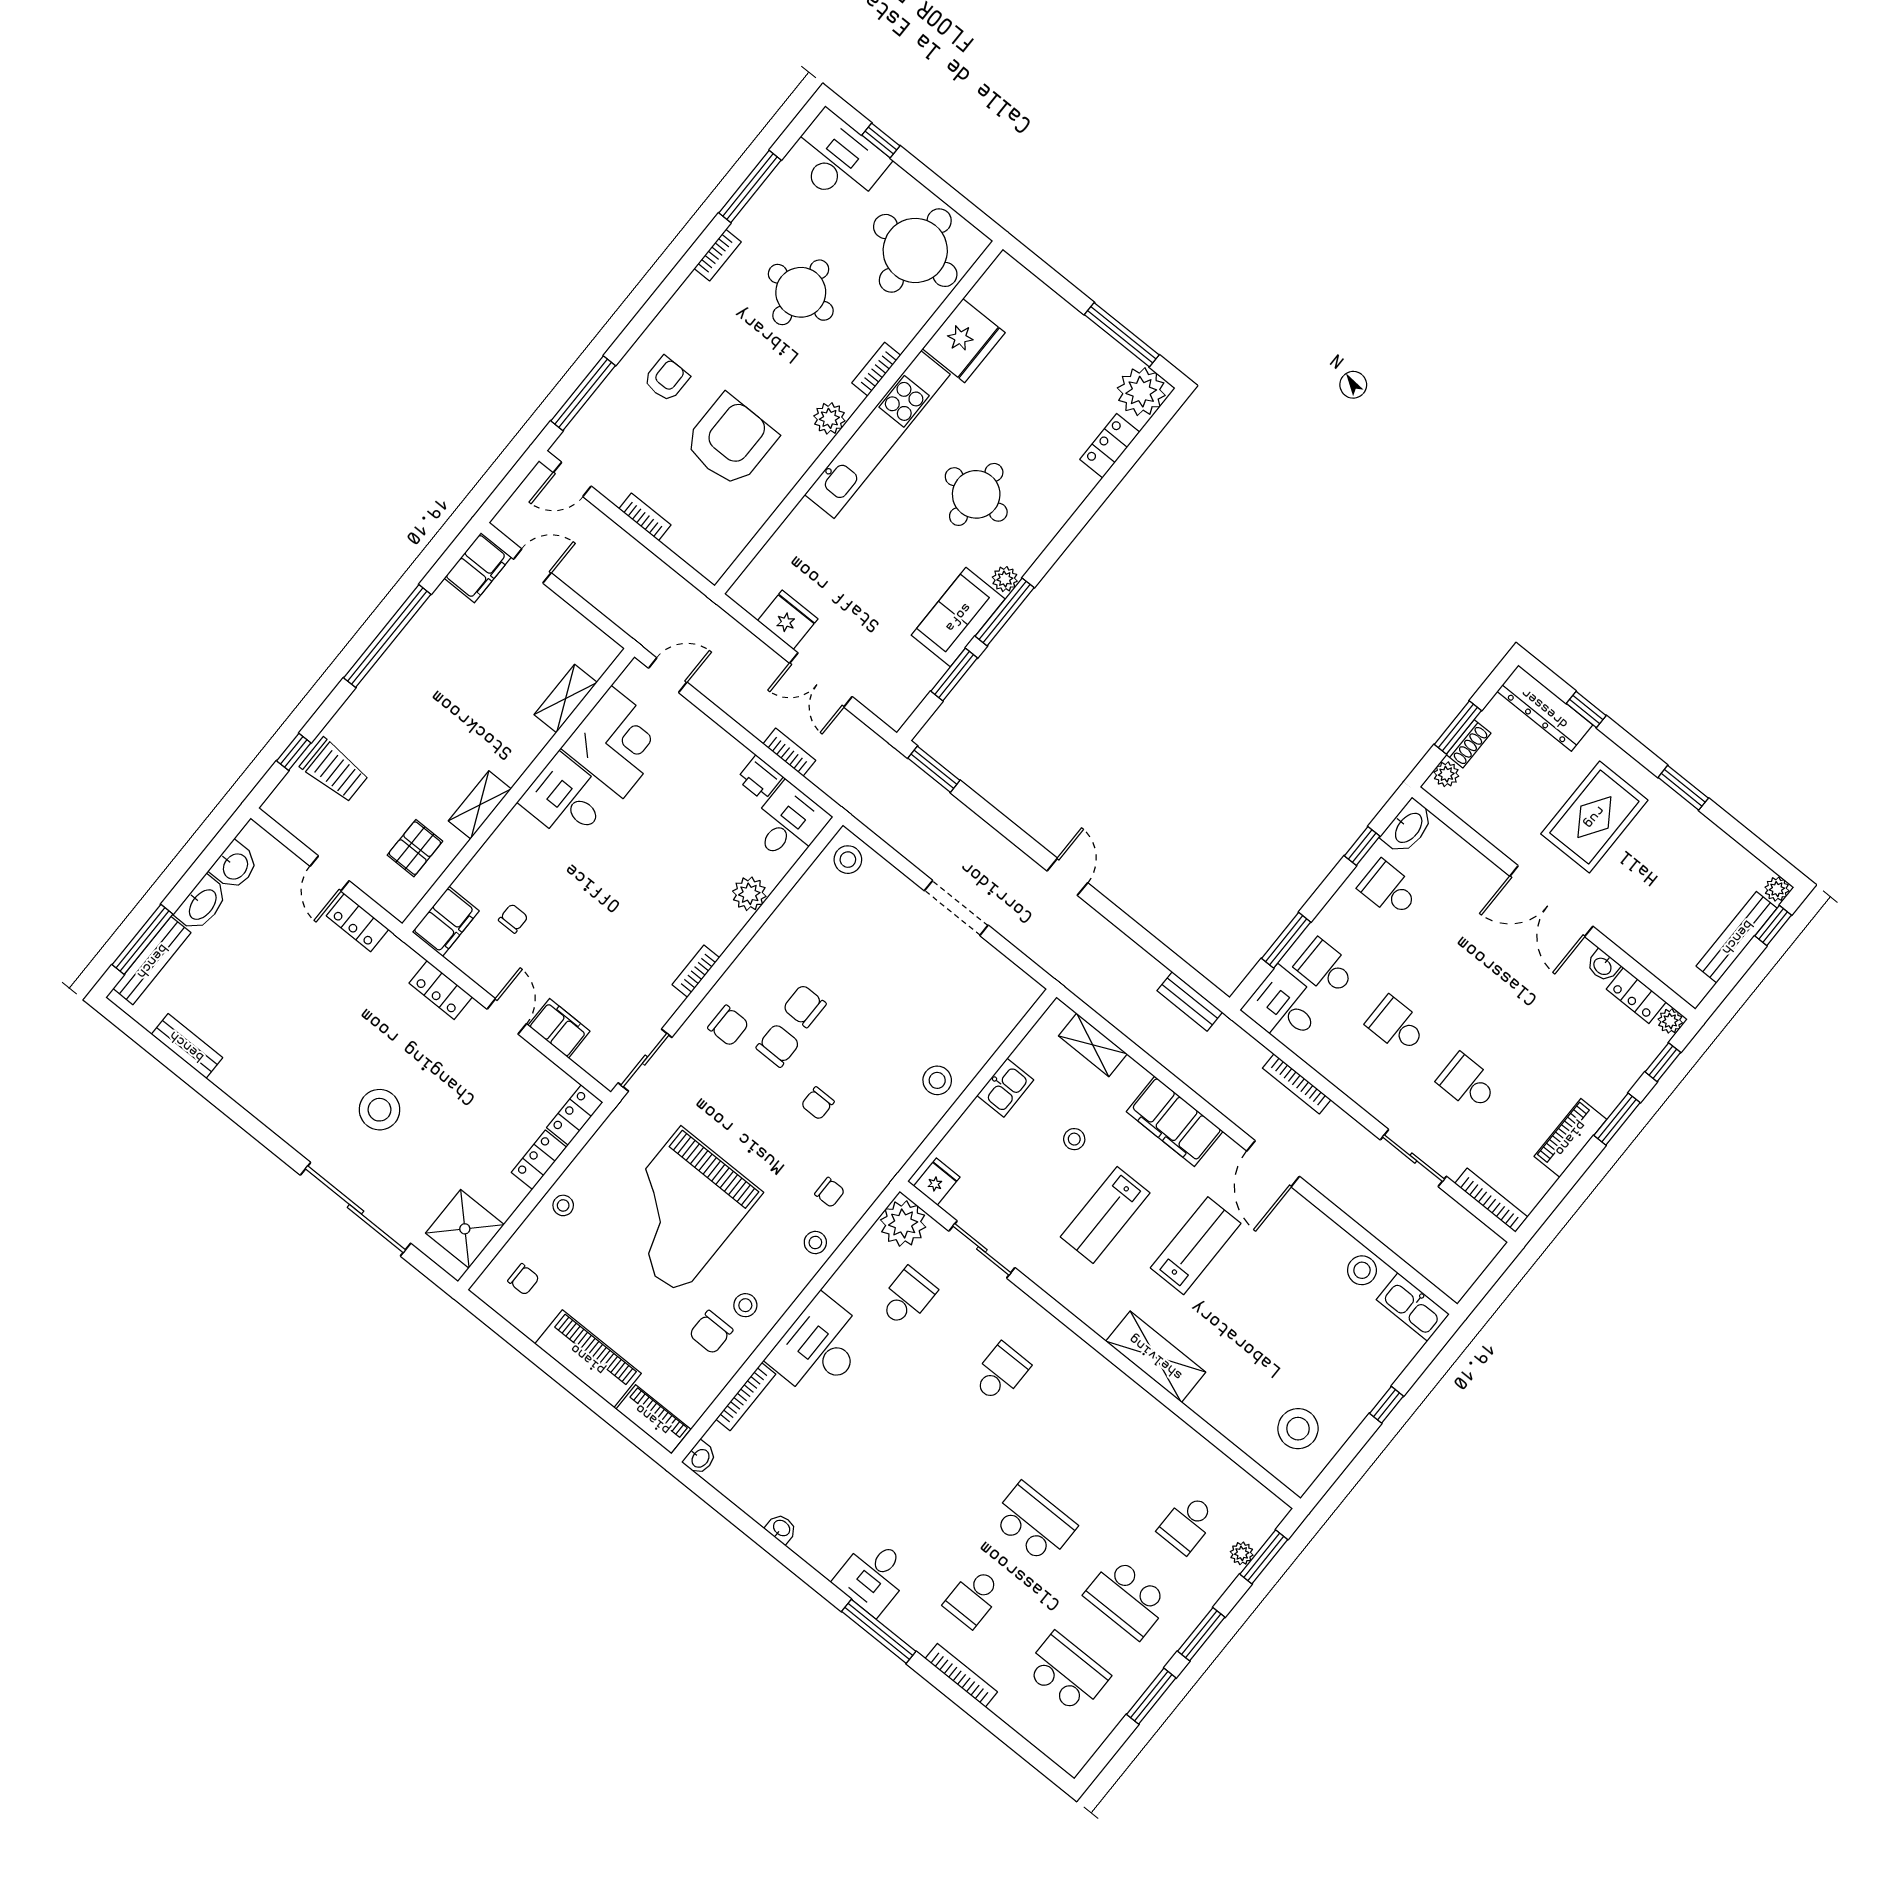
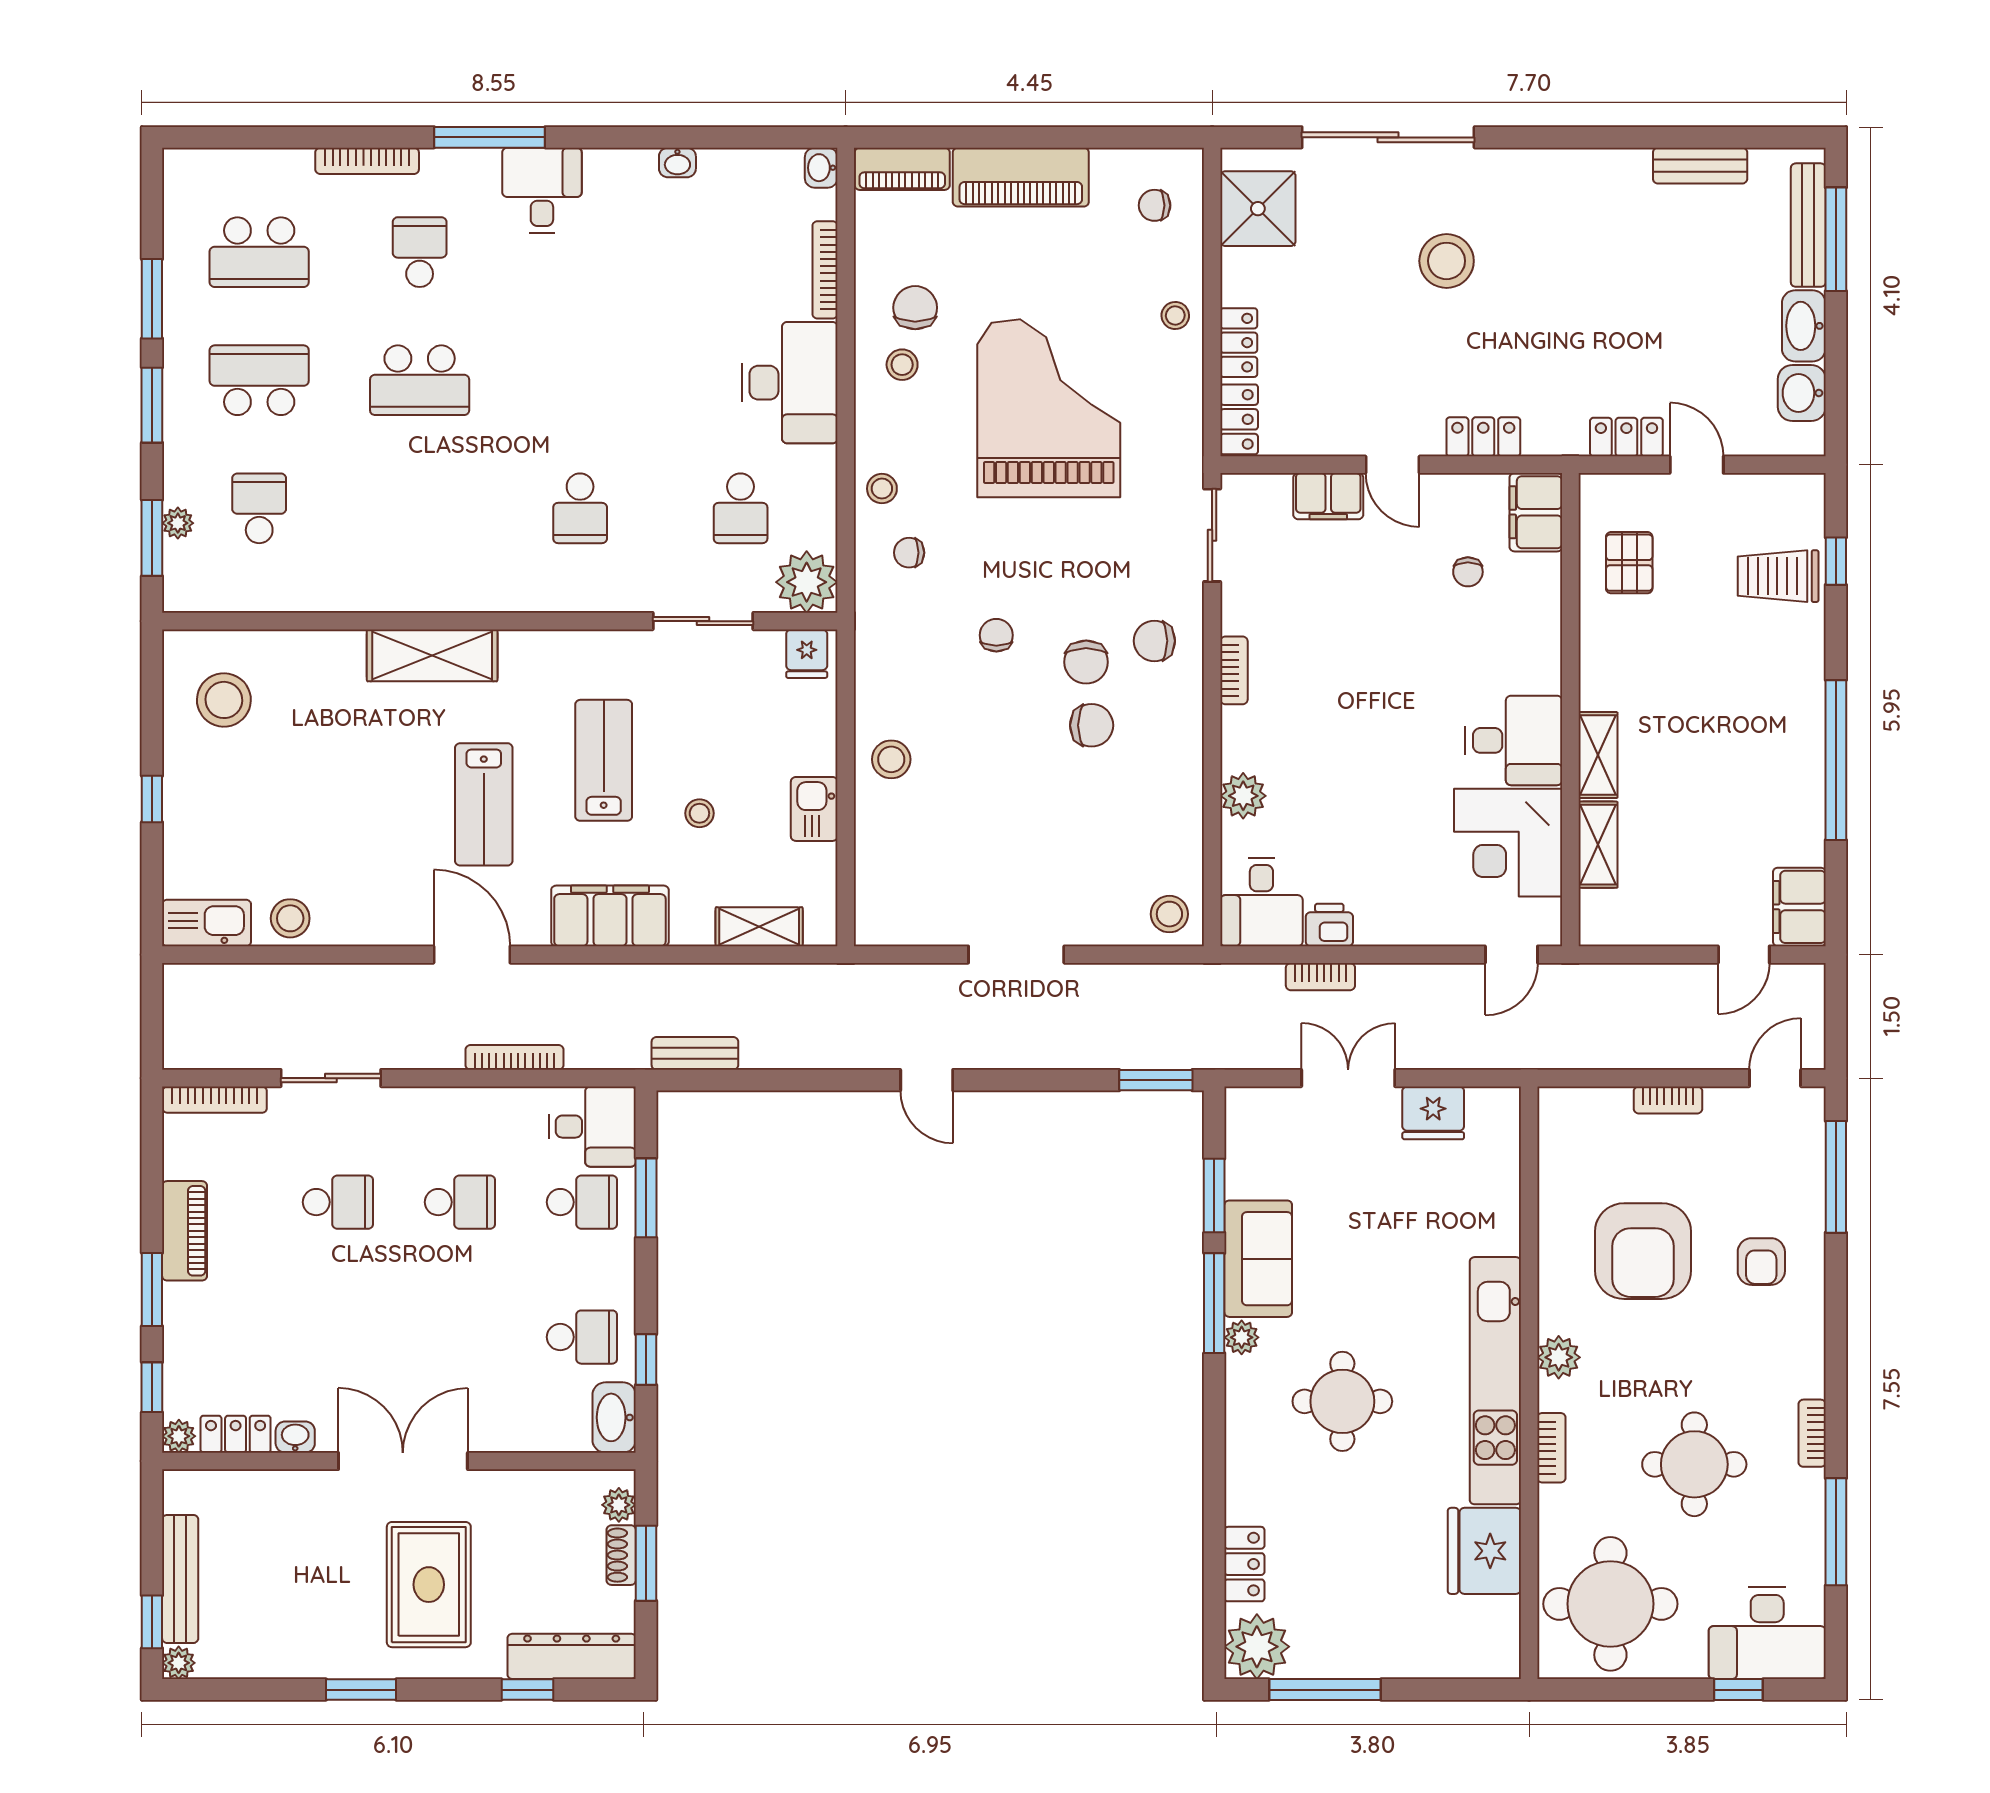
shelving: (480, 805) -> (1598, 755), moved

